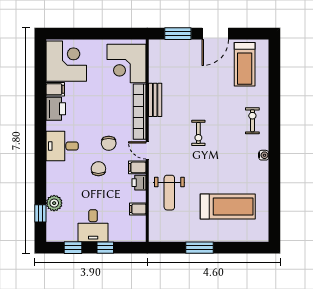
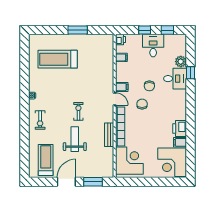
desk: (62, 146) -> (175, 79), moved
printer: (139, 183) -> (121, 39), moved
weight bench: (169, 193) -> (75, 139), moved
window: (40, 213) -> (191, 73), moved

